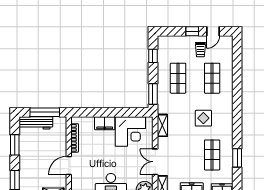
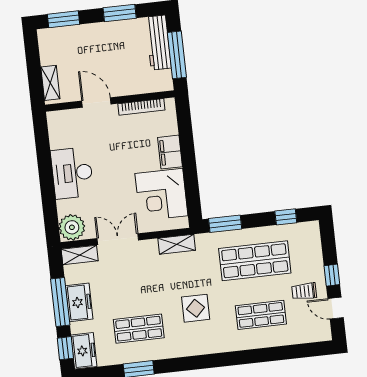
shop shelf: (178, 78) -> (255, 261), width x1.43, depth x1.36

